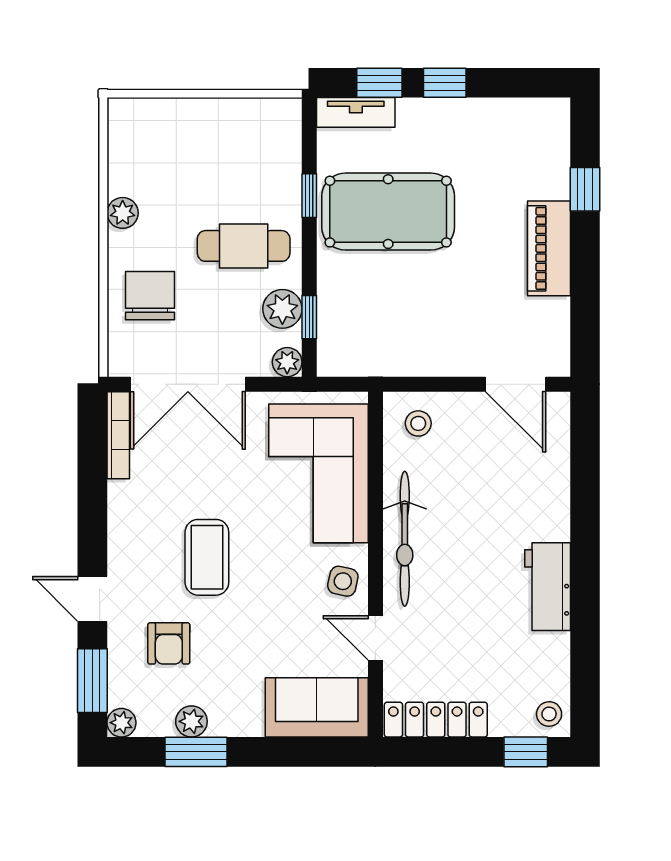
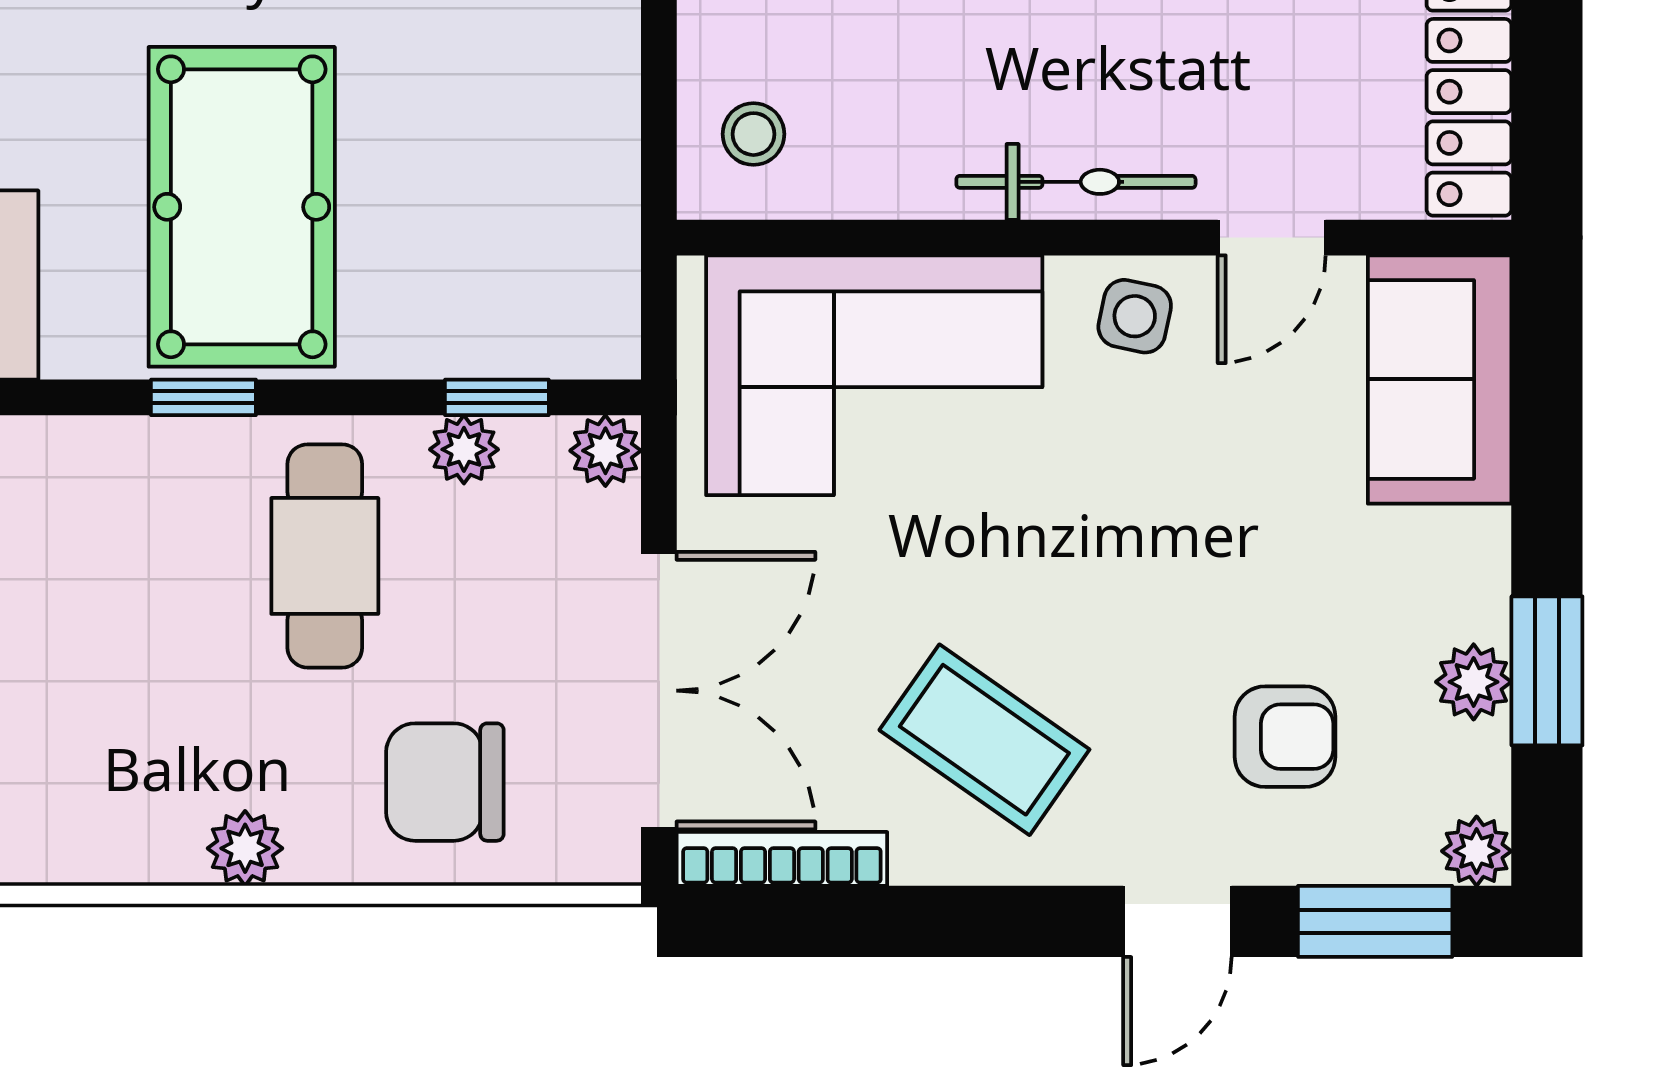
plant: (282, 309) -> (464, 449), width x0.73, depth x0.73
bicycle: (405, 539) -> (1076, 182), width x0.73, depth x0.71
coffee table: (207, 557) -> (984, 740), moved, turned 35

